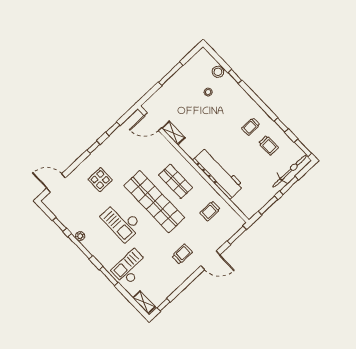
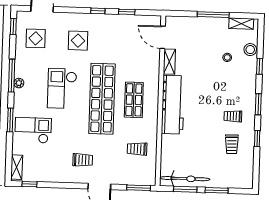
shelving: (195, 61) -> (241, 24), added
window: (303, 148) -> (258, 104), moved
bicycle: (290, 171) -> (185, 179), moved
workbench: (218, 173) -> (173, 105), moved
display table: (71, 206) -> (36, 38), added
window: (59, 224) -> (13, 27), moved
plant: (80, 236) -> (19, 83), moved

